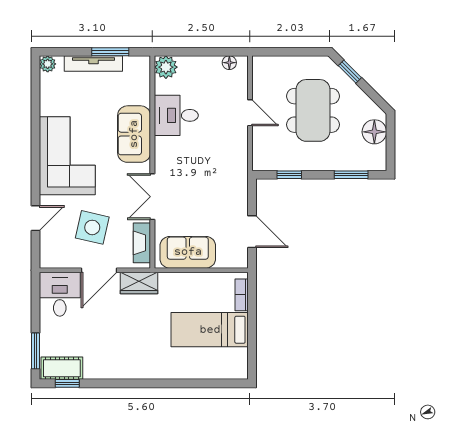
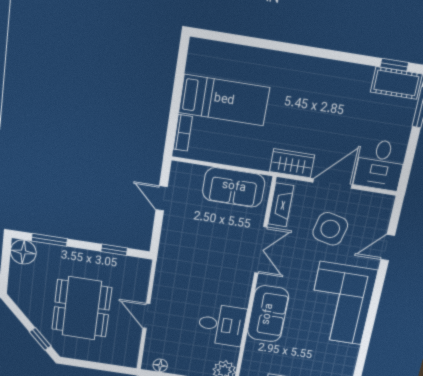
floor lamp: (374, 132) -> (23, 252), moved
door: (252, 232) -> (162, 198), width x0.73

